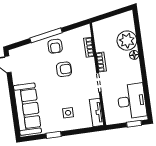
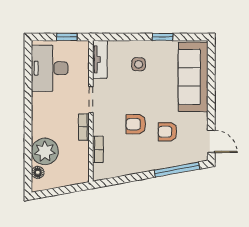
window: (46, 35) -> (177, 170), moved
armchair: (55, 46) -> (168, 132), moved, turned -90
floor lamp: (134, 55) -> (38, 172), moved
window: (134, 124) -> (67, 37), moved

